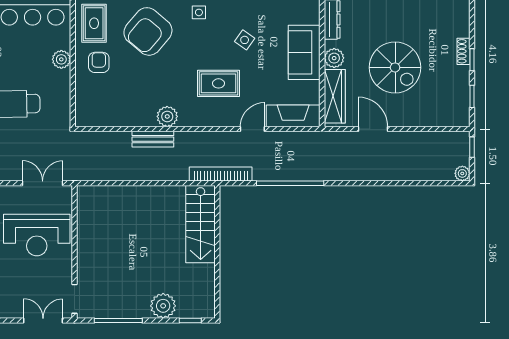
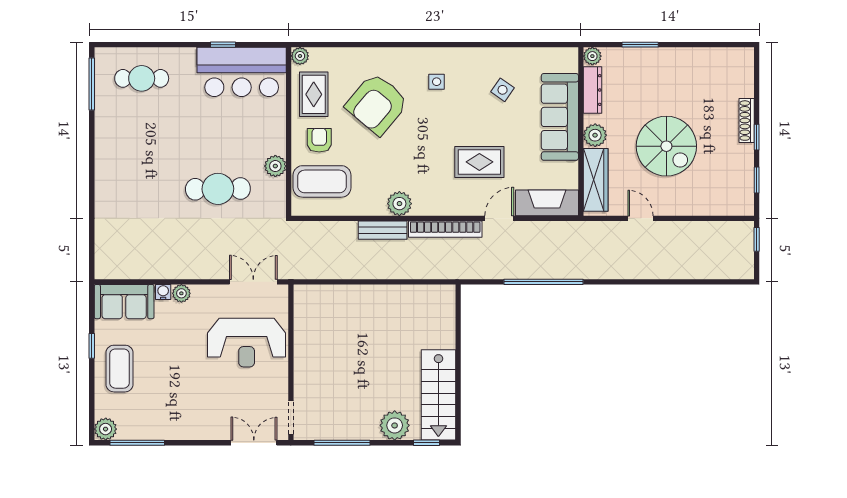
side table: (245, 40) -> (503, 90), moved
shoe rack: (463, 51) -> (747, 121), width x1.43
sofa: (304, 52) -> (560, 117), width x1.36
plant: (61, 59) -> (275, 166), moved
rug: (219, 83) -> (479, 162), moved
coffee table: (101, 98) -> (322, 181), added
door: (373, 129) -> (641, 218), width x0.73
plant: (462, 173) -> (745, 270), removed
bookcase: (221, 174) -> (445, 229), moved, turned 180
stairs: (201, 224) -> (438, 395), moved

